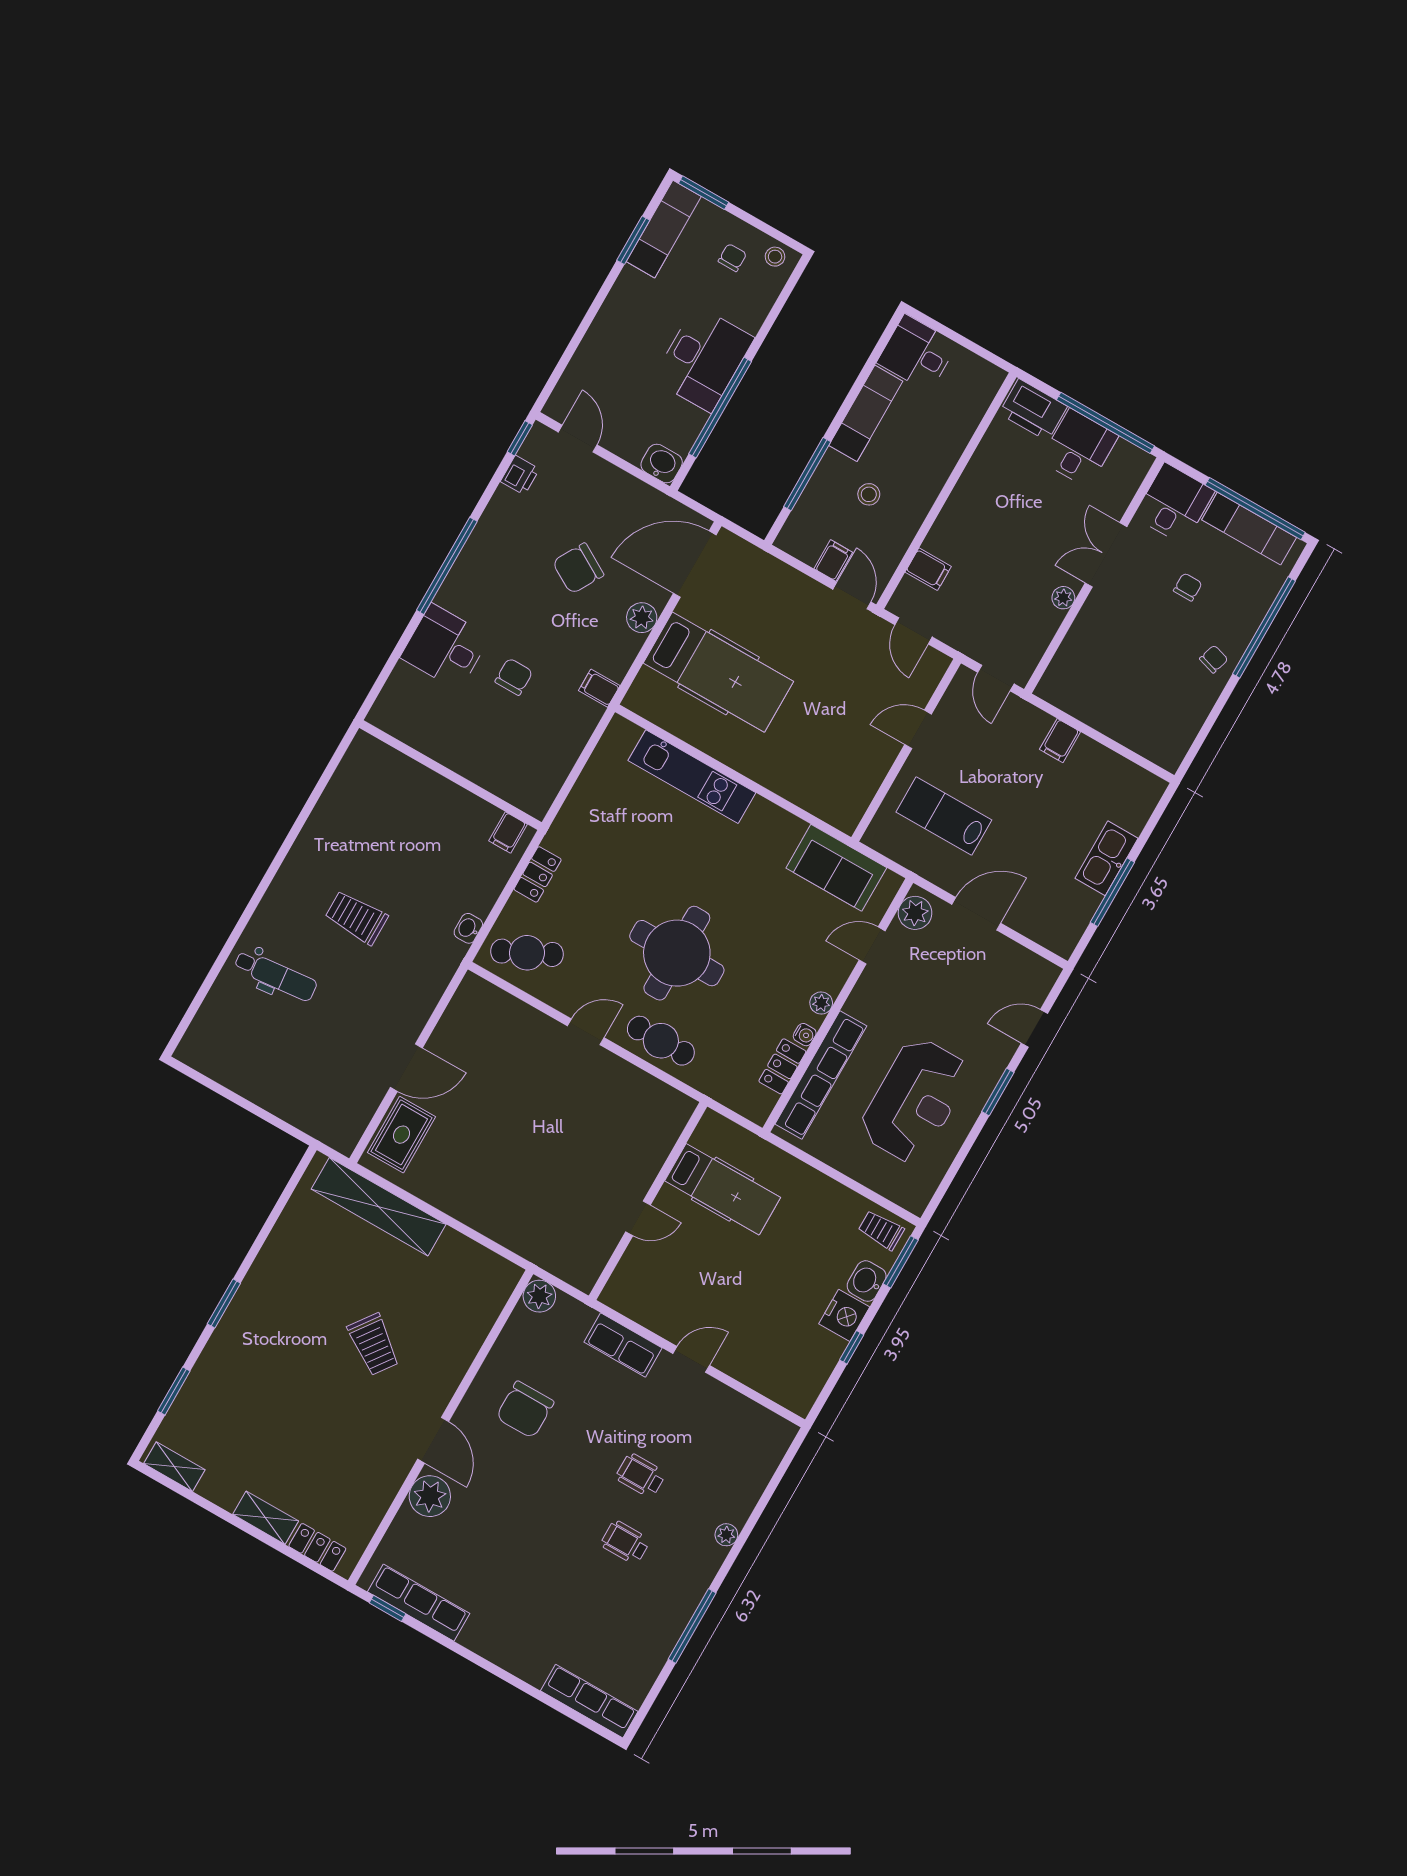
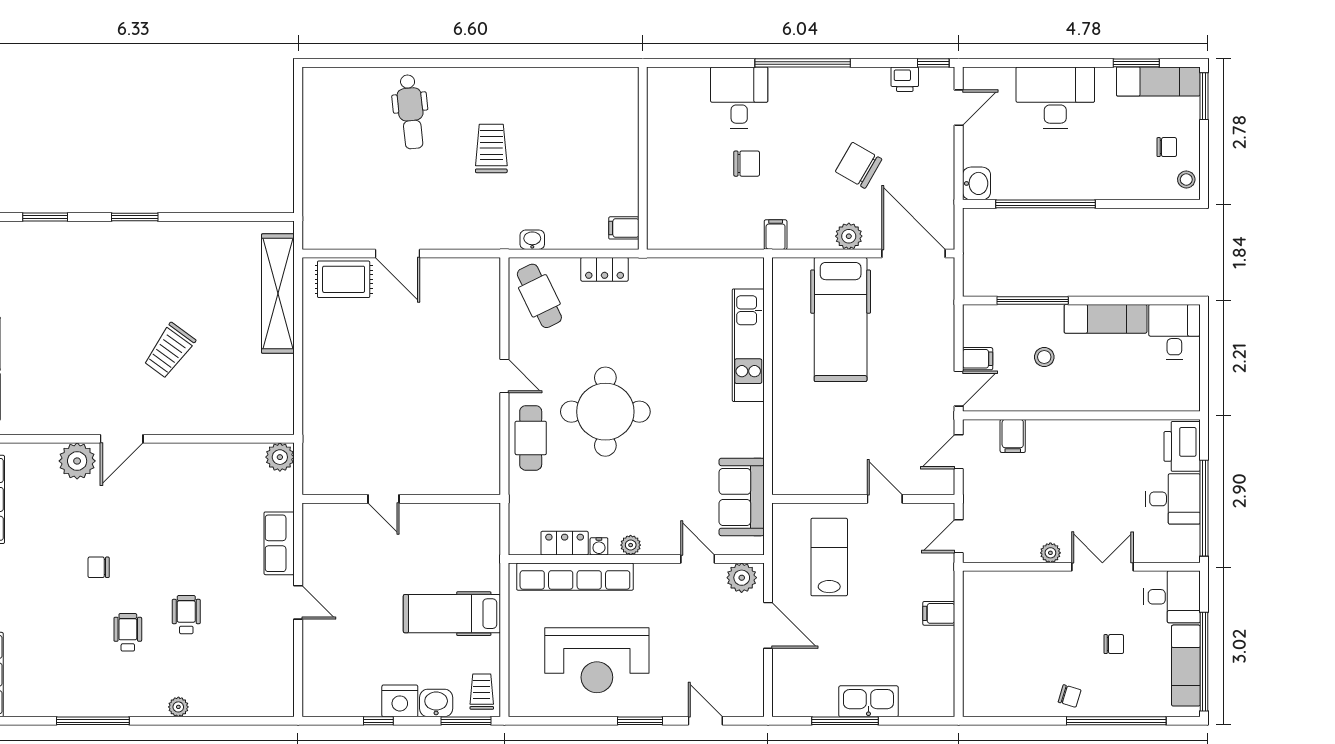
desk: (703, 359) -> (1055, 98), moved, turned 180
hospital bed: (723, 1189) -> (452, 614), moved, turned 90
chair: (525, 1410) -> (99, 567), moved, width x0.54, depth x0.54

